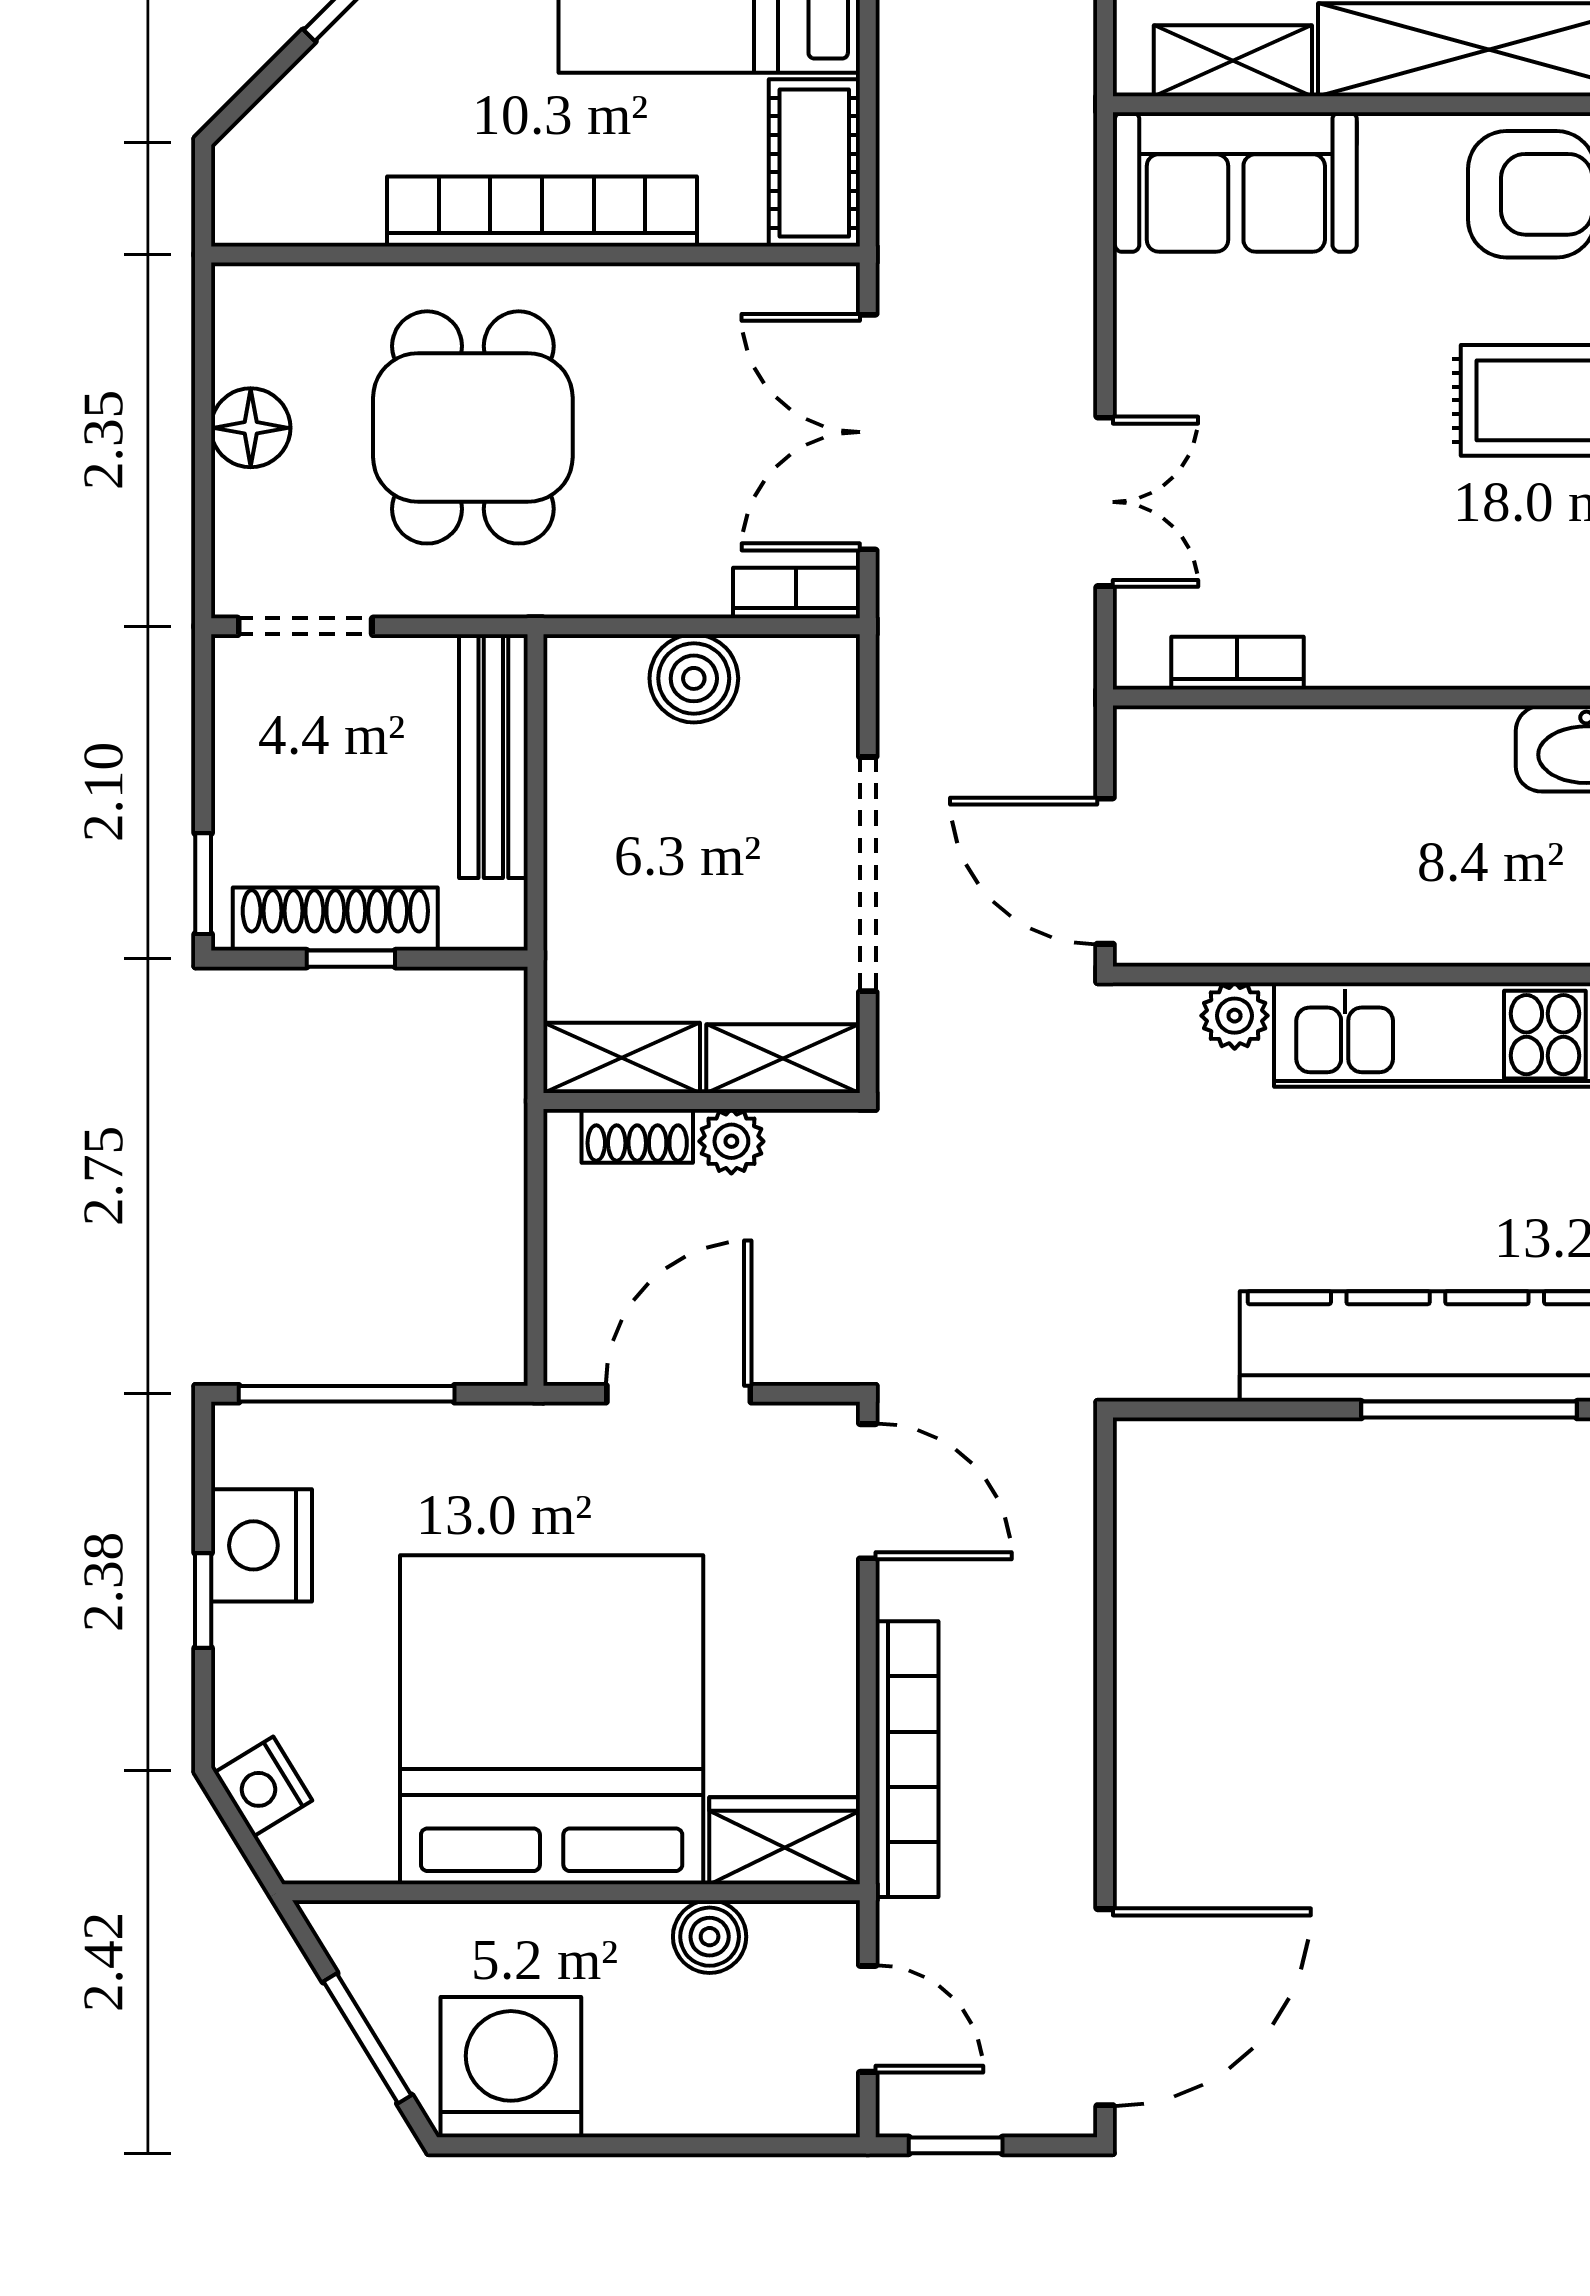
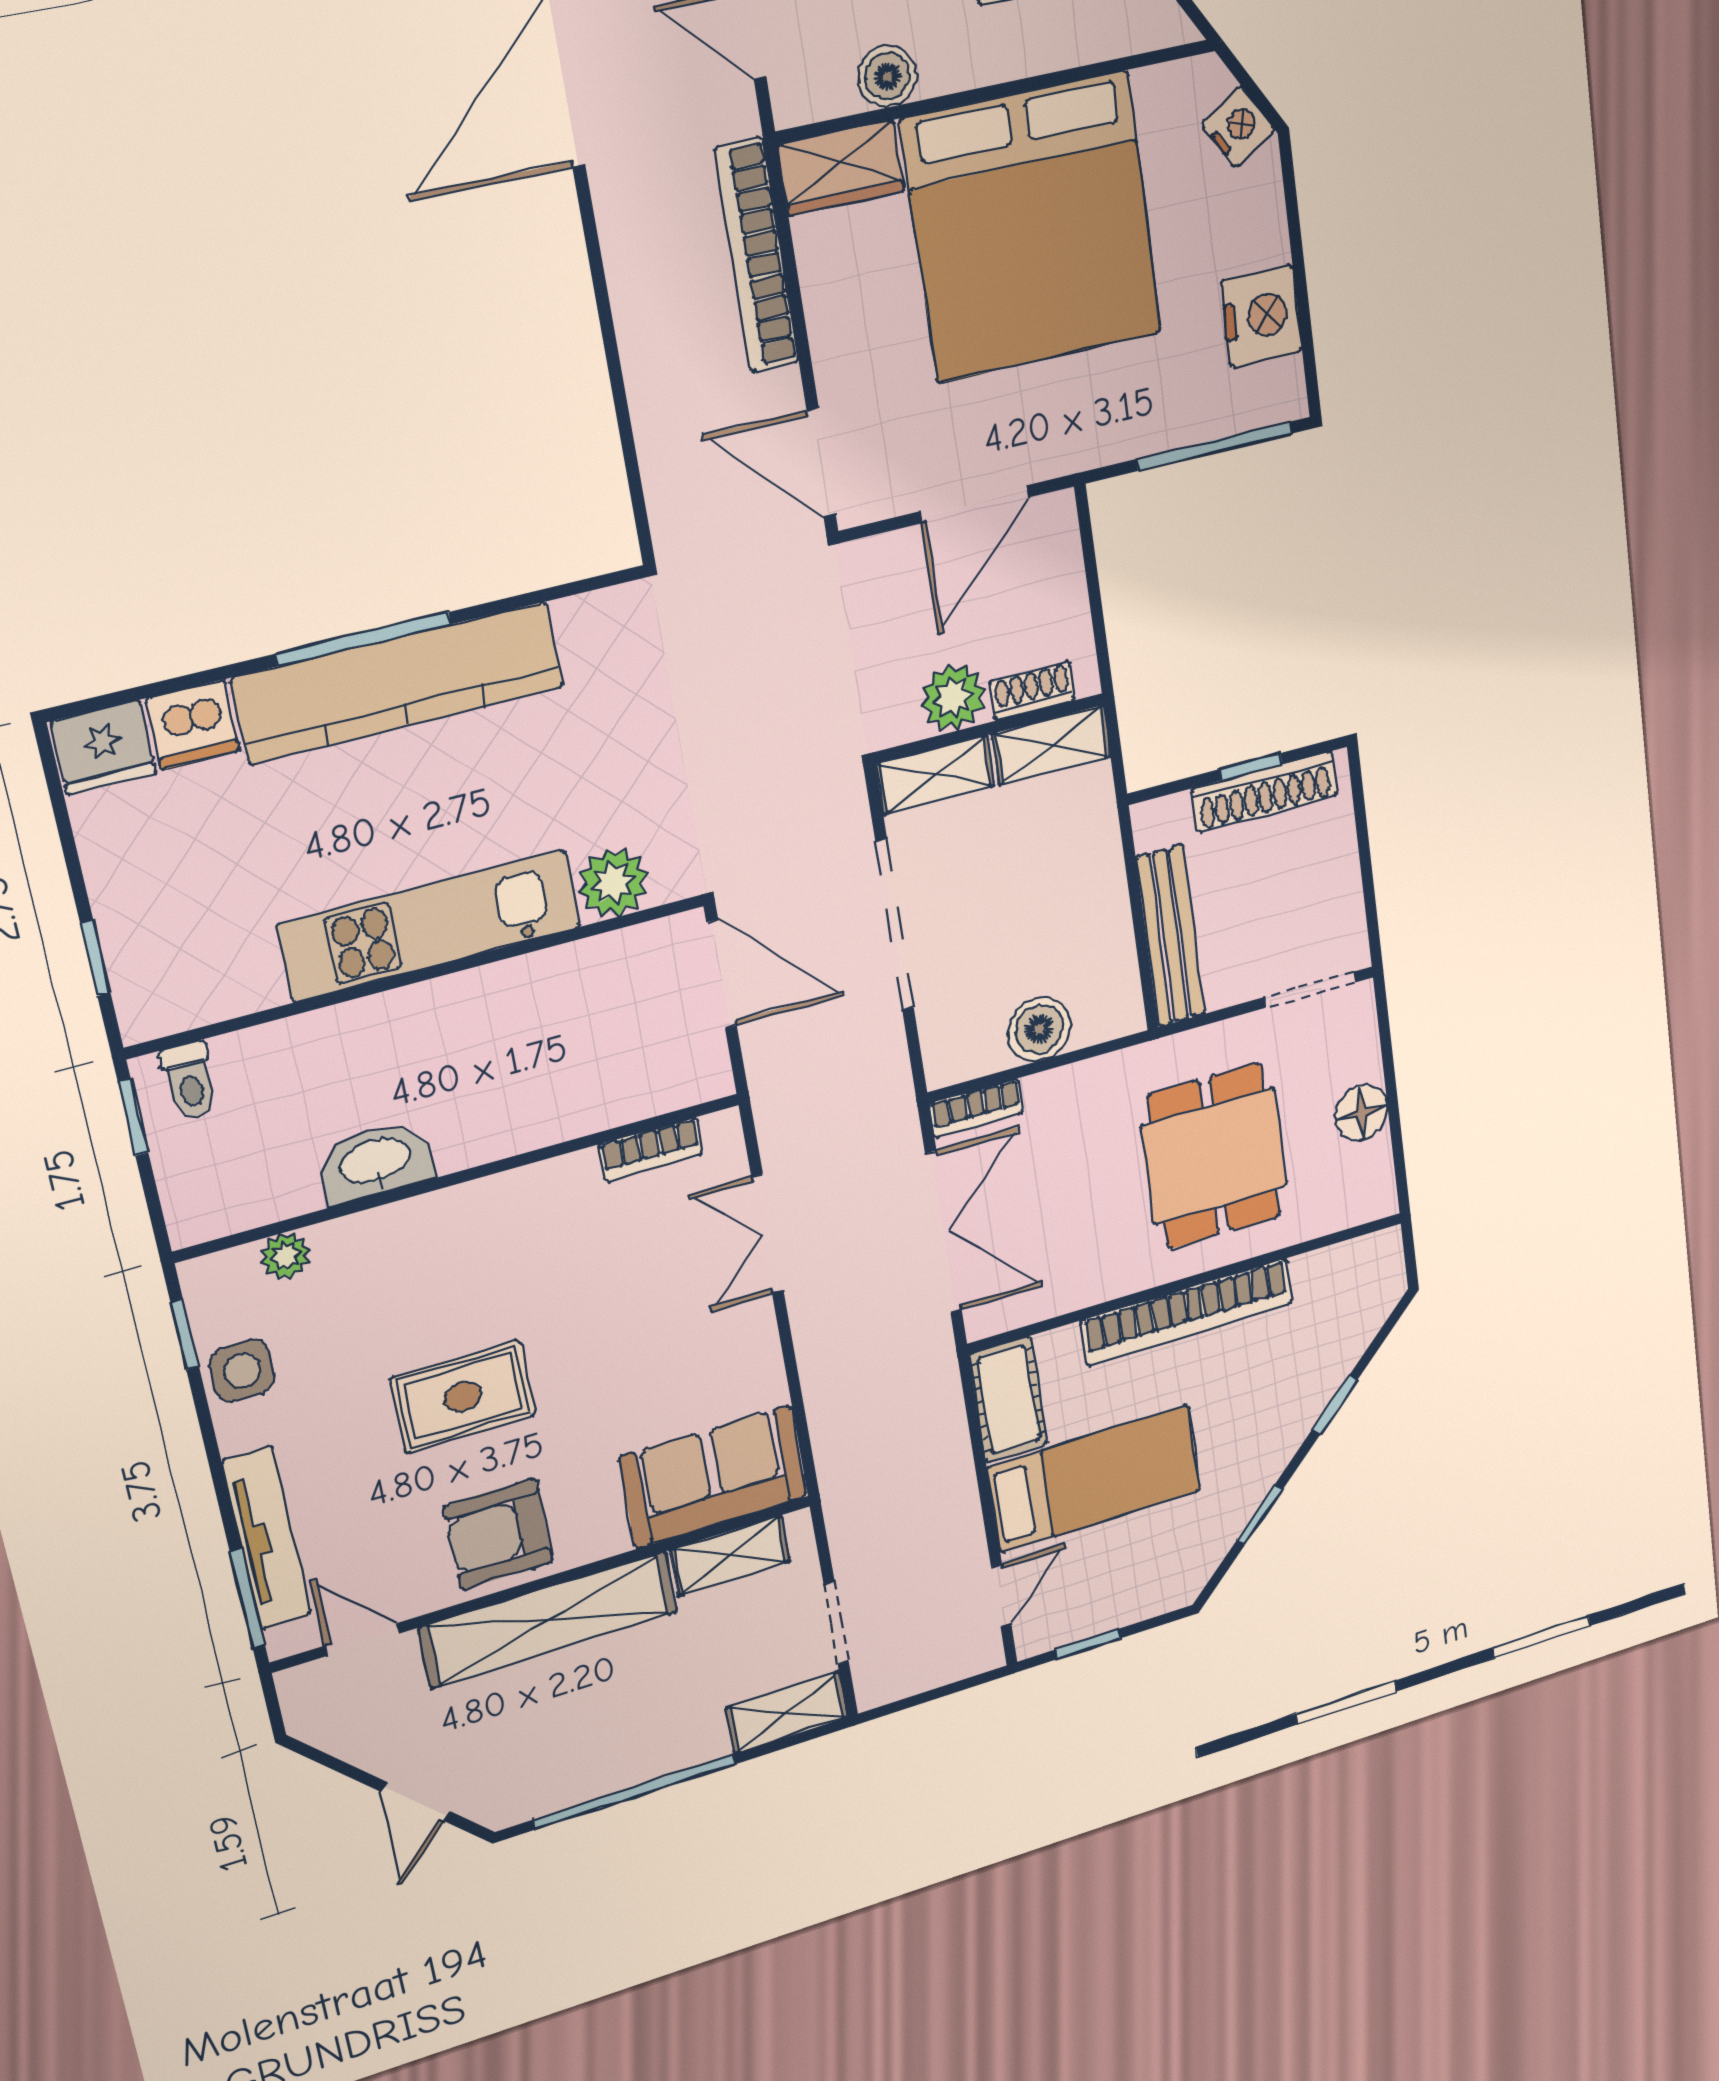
window: (203, 884) -> (1358, 793), removed
plant: (1235, 1016) -> (613, 883), width x1.38, depth x1.38
plant: (731, 1141) -> (953, 698), width x1.38, depth x1.38
window: (203, 1600) -> (1298, 264), removed

